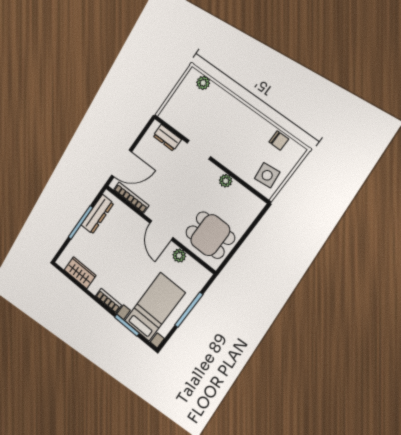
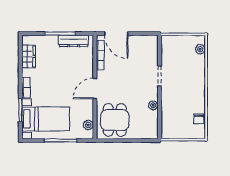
dresser: (167, 138) -> (153, 51), removed
side table: (267, 175) -> (174, 127), removed
plant: (179, 256) -> (88, 125), moved

